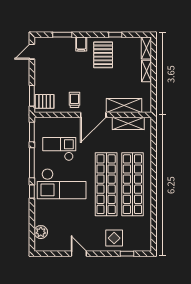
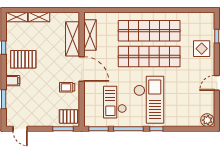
pallet: (45, 101) -> (69, 116), turned 90
plant: (41, 232) -> (207, 120), moved

